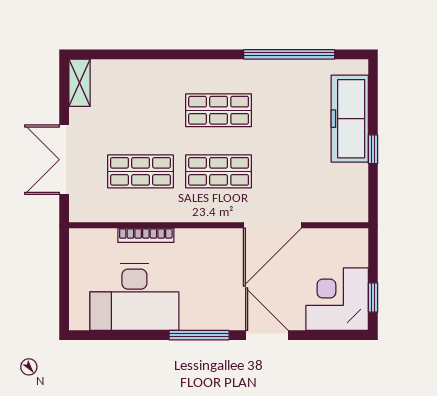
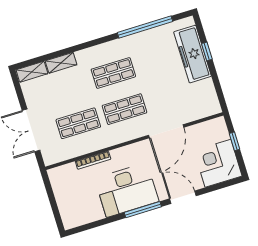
shelving: (143, 70) -> (61, 63), added
shelving: (79, 83) -> (32, 72), moved, turned 90
window: (373, 149) -> (207, 51), moved
desk: (134, 297) -> (127, 190), moved
window: (373, 297) -> (235, 141), moved

